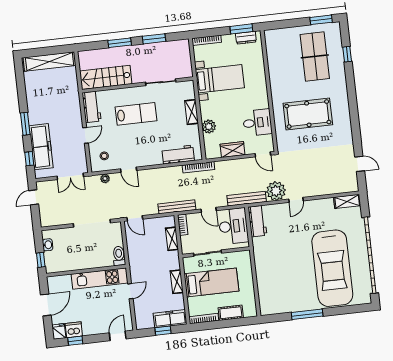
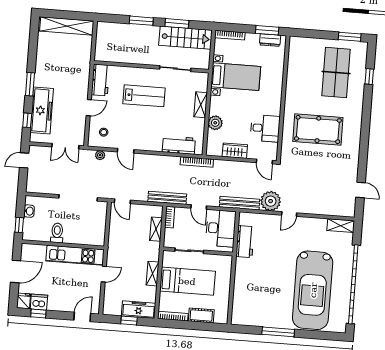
stairs: (106, 77) -> (185, 38), moved, turned 180
workbench: (257, 221) -> (245, 242), moved
toilet: (119, 256) -> (57, 233), moved

